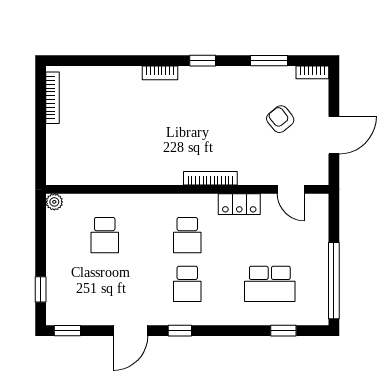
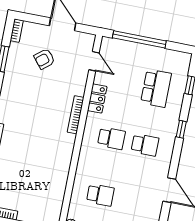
door: (291, 189) -> (94, 61), hinge flipped
window: (334, 281) -> (139, 39), moved
window: (180, 331) -> (181, 129), moved

